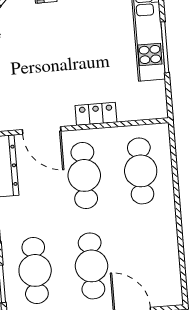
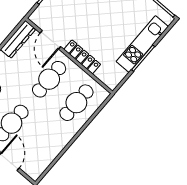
locker: (96, 114) -> (82, 57), width x1.53

